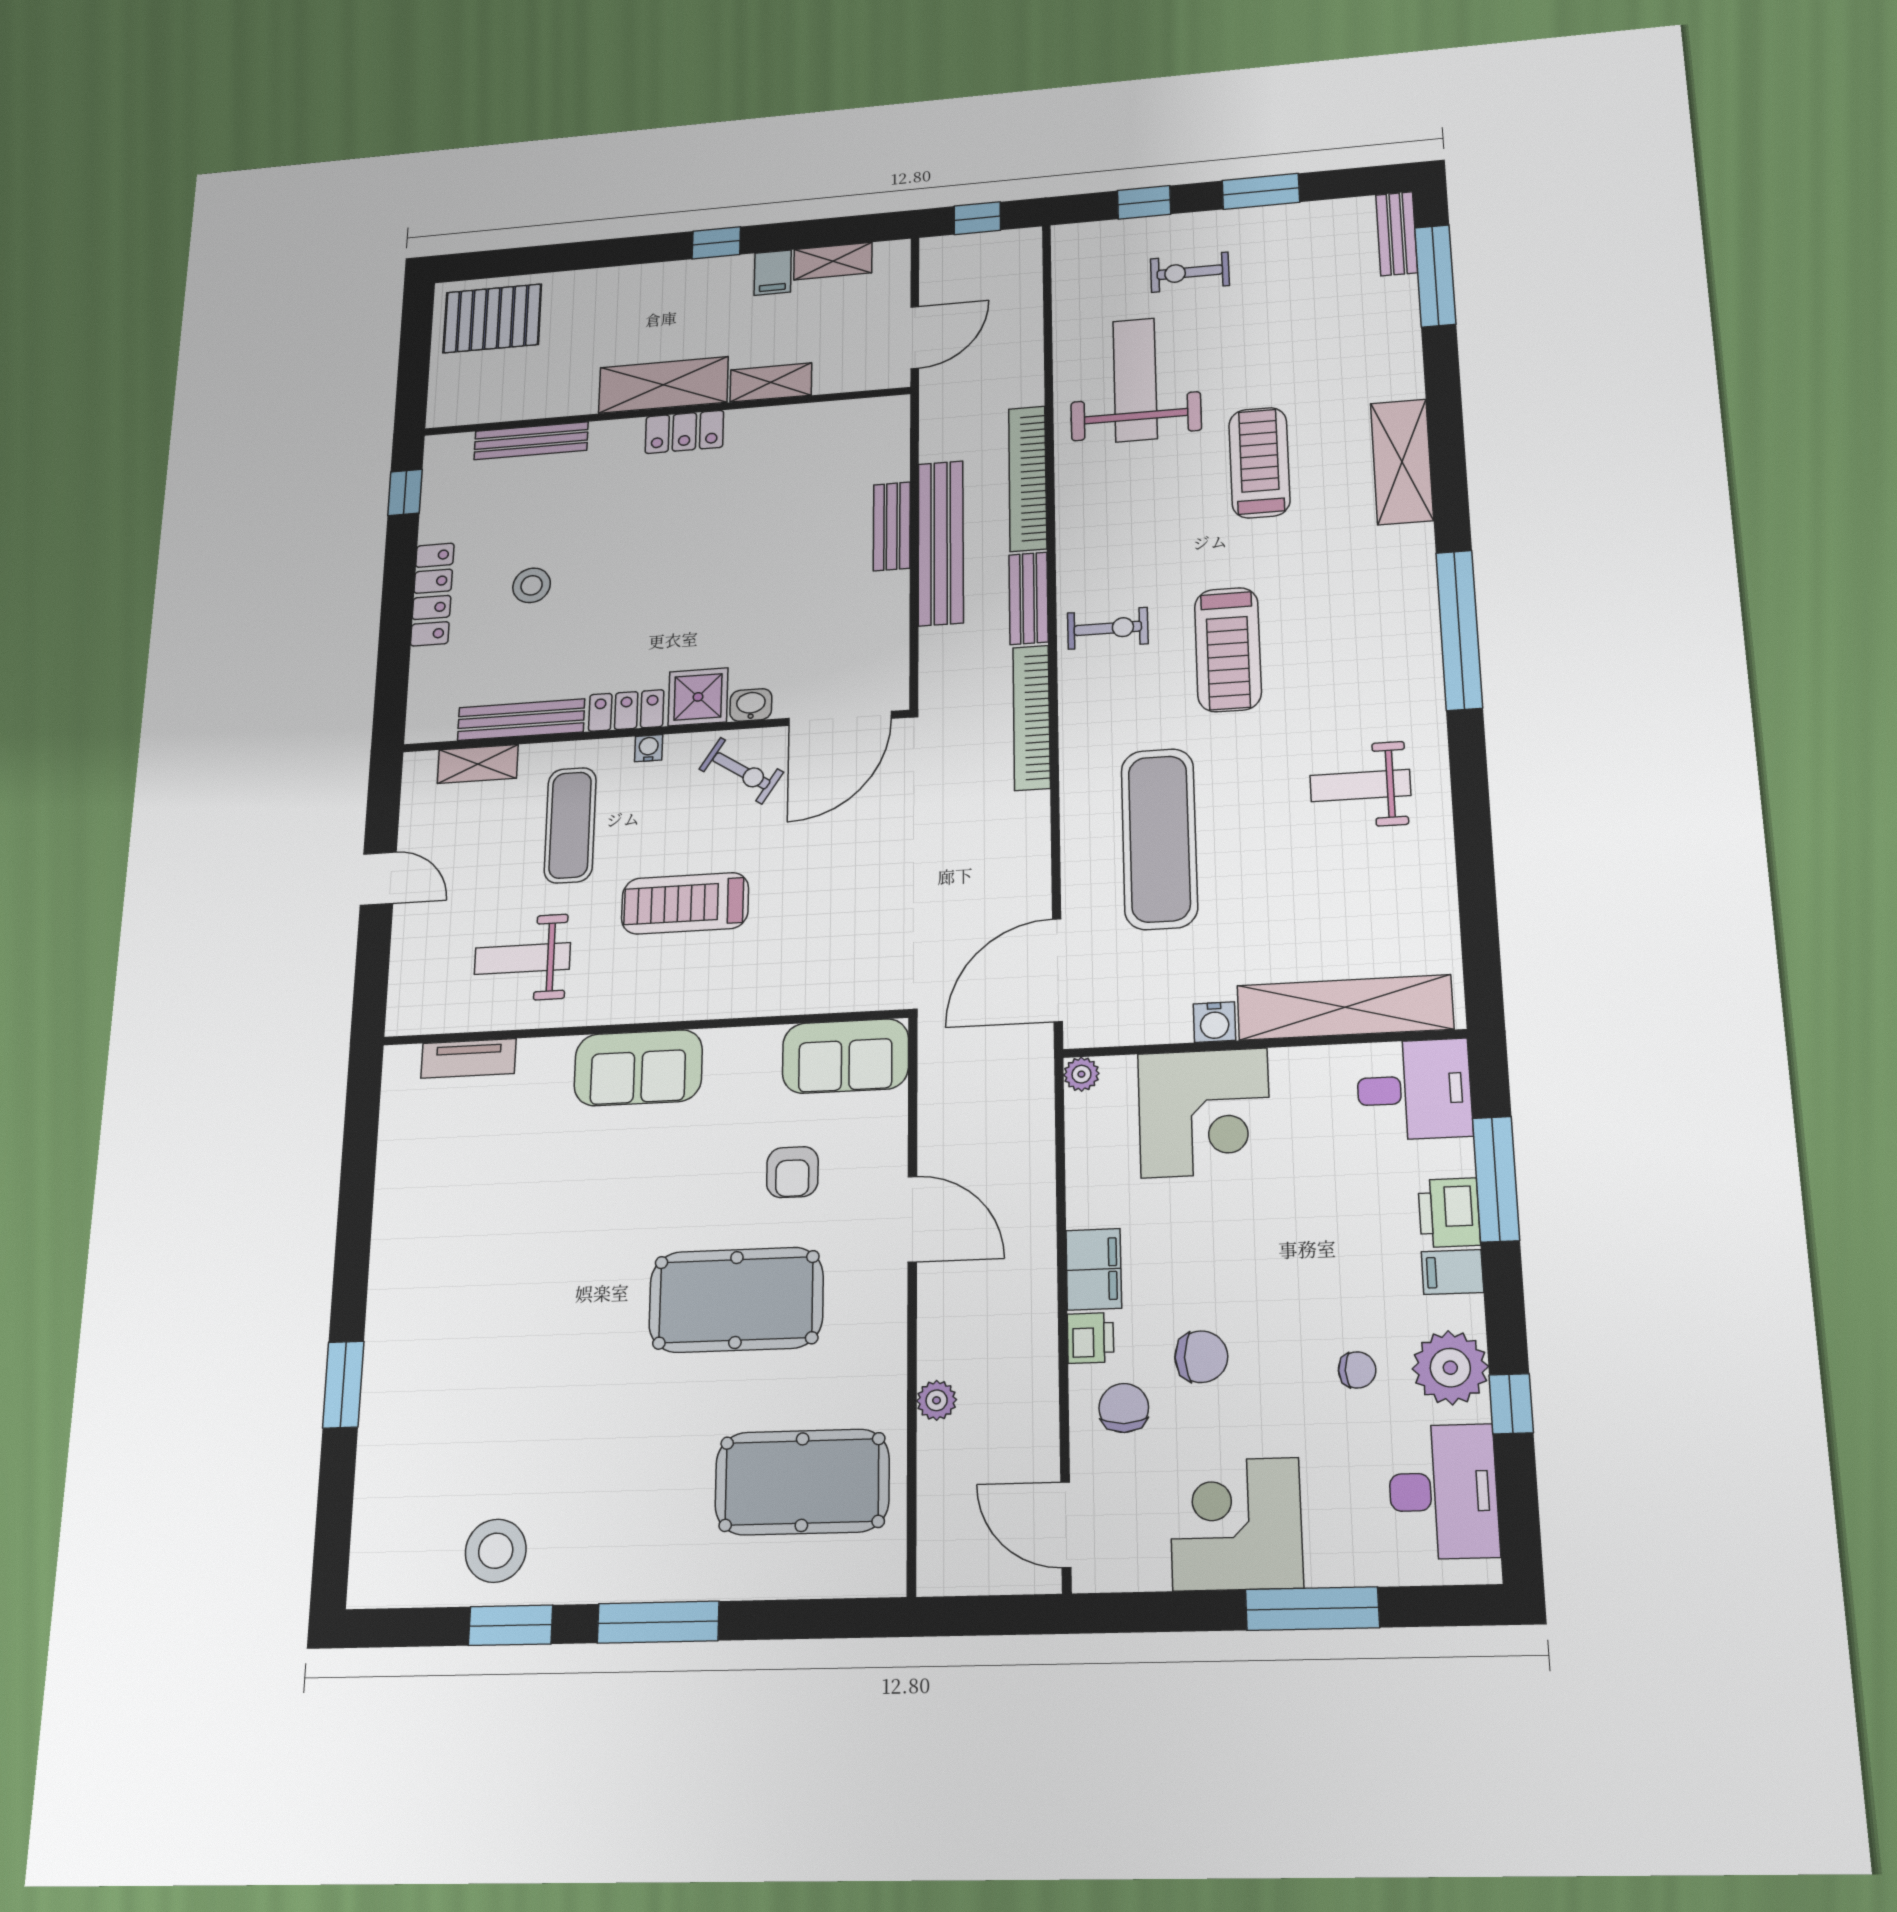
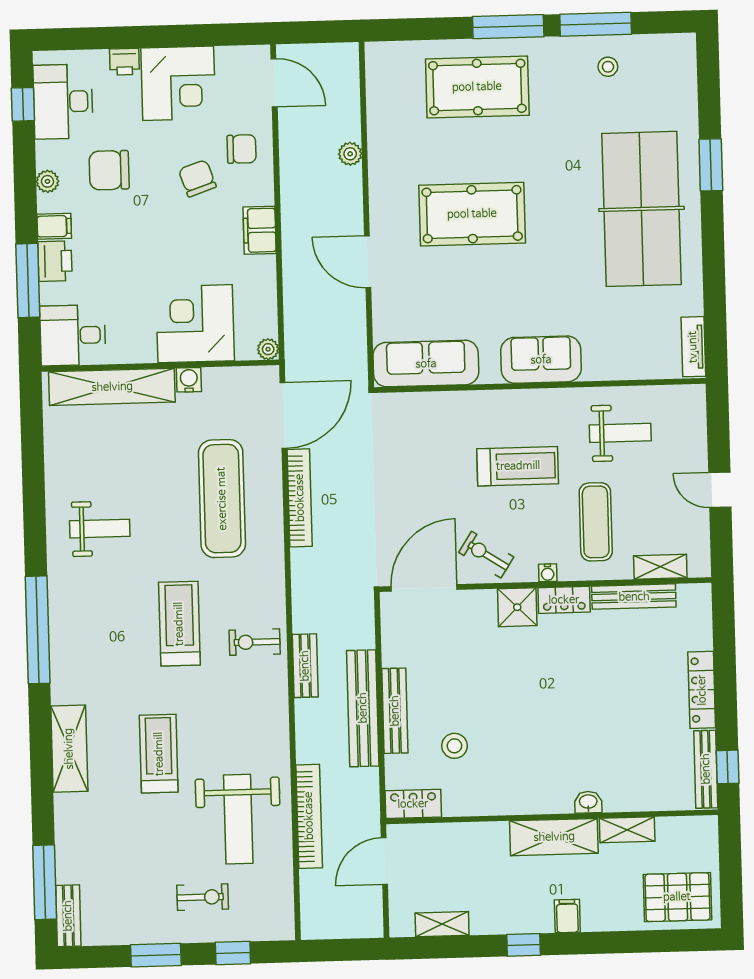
window: (977, 218) -> (345, 950), removed
filing cabinet: (773, 273) -> (567, 916), moved
shelving: (771, 382) -> (627, 830), moved
locker: (684, 432) -> (413, 804), moved
bench: (531, 441) -> (706, 769), moved, turned 90
treadmill: (1259, 463) -> (159, 754), turned 180
bookcase: (1028, 478) -> (309, 816), moved
bench: (892, 526) -> (395, 711), width x1.36
stool: (532, 585) -> (454, 746), moved
washbasin: (751, 705) -> (588, 802), moved, turned 180
bookcase: (1032, 717) -> (300, 498), moved
sofa: (845, 1056) -> (426, 364), width x1.36
tv unit: (468, 1058) -> (693, 347), moved, turned -90
armchair: (792, 1172) -> (441, 292), removed
table tennis table: (460, 1311) -> (642, 209), added
printer: (1090, 1338) -> (124, 62), moved, turned -90
chair: (1201, 1357) -> (197, 178), turned 71
plant: (1450, 1368) -> (47, 181), width x0.53, depth x0.53
chair: (1357, 1370) -> (109, 170), width x1.87, depth x1.87
window: (1511, 1404) -> (23, 104), moved
chair: (1124, 1408) -> (242, 149), turned -90
pool table: (802, 1482) -> (477, 87), moved
stool: (496, 1551) -> (608, 67), width x0.53, depth x0.53
window: (1312, 1609) -> (136, 37), removed
window: (511, 1625) -> (596, 24), width x1.44

